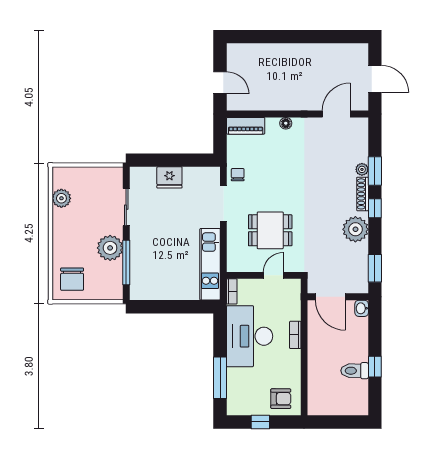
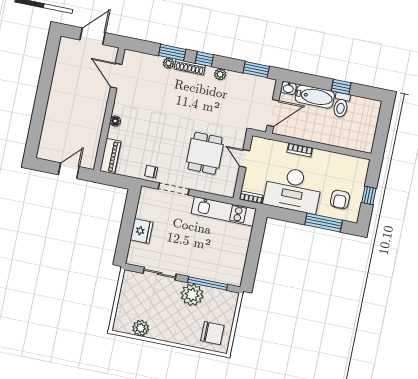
plant: (355, 229) -> (220, 74), width x0.53, depth x0.53
bathtub: (358, 339) -> (315, 97), added
armchair: (281, 399) -> (340, 199), moved, turned 180

